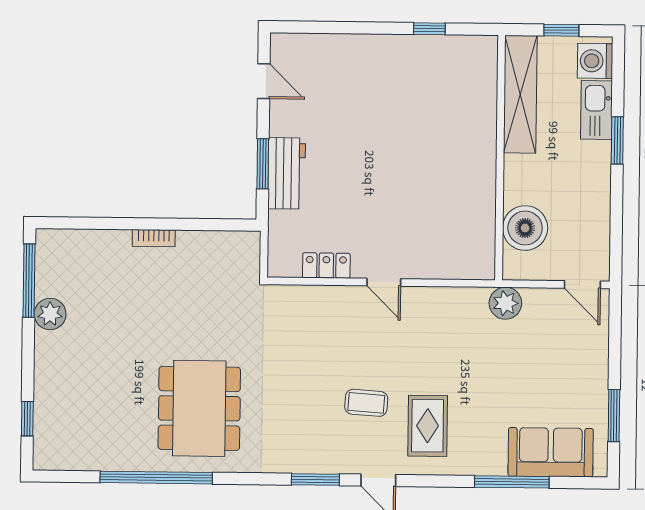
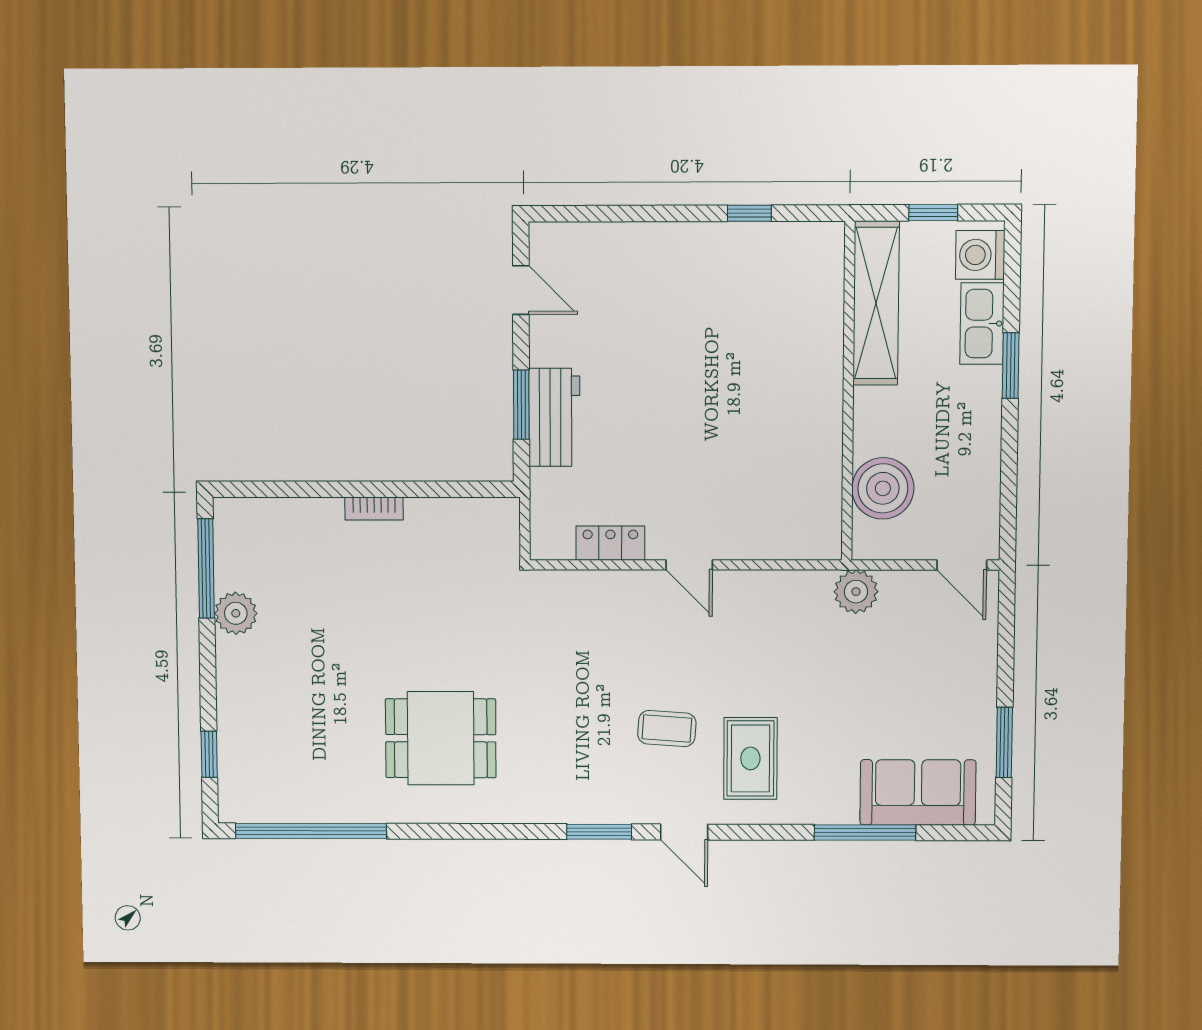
dining table: (199, 408) -> (441, 738), width x0.73
window: (156, 478) -> (311, 831), moved

